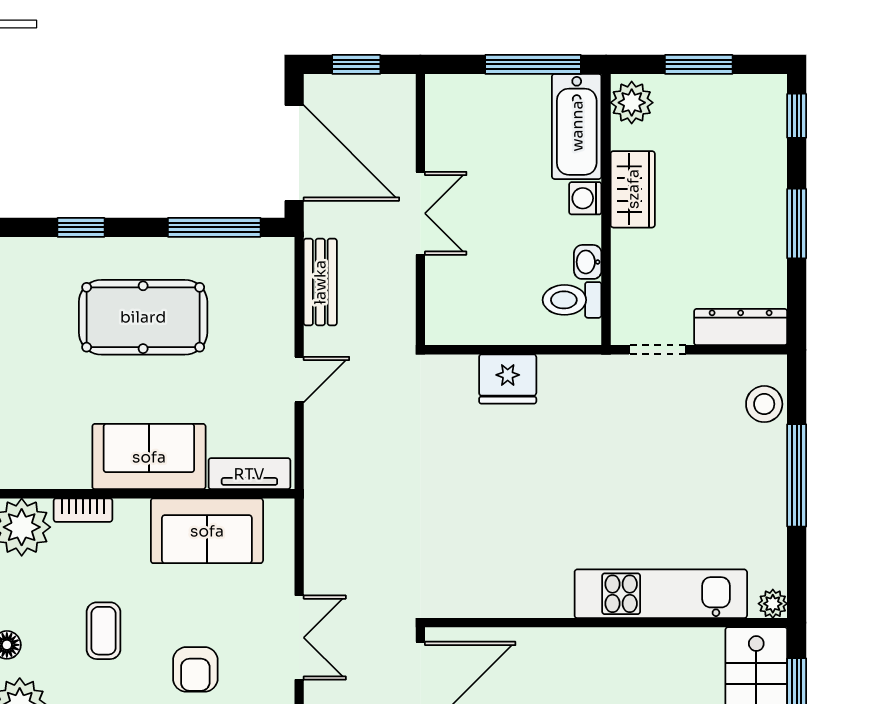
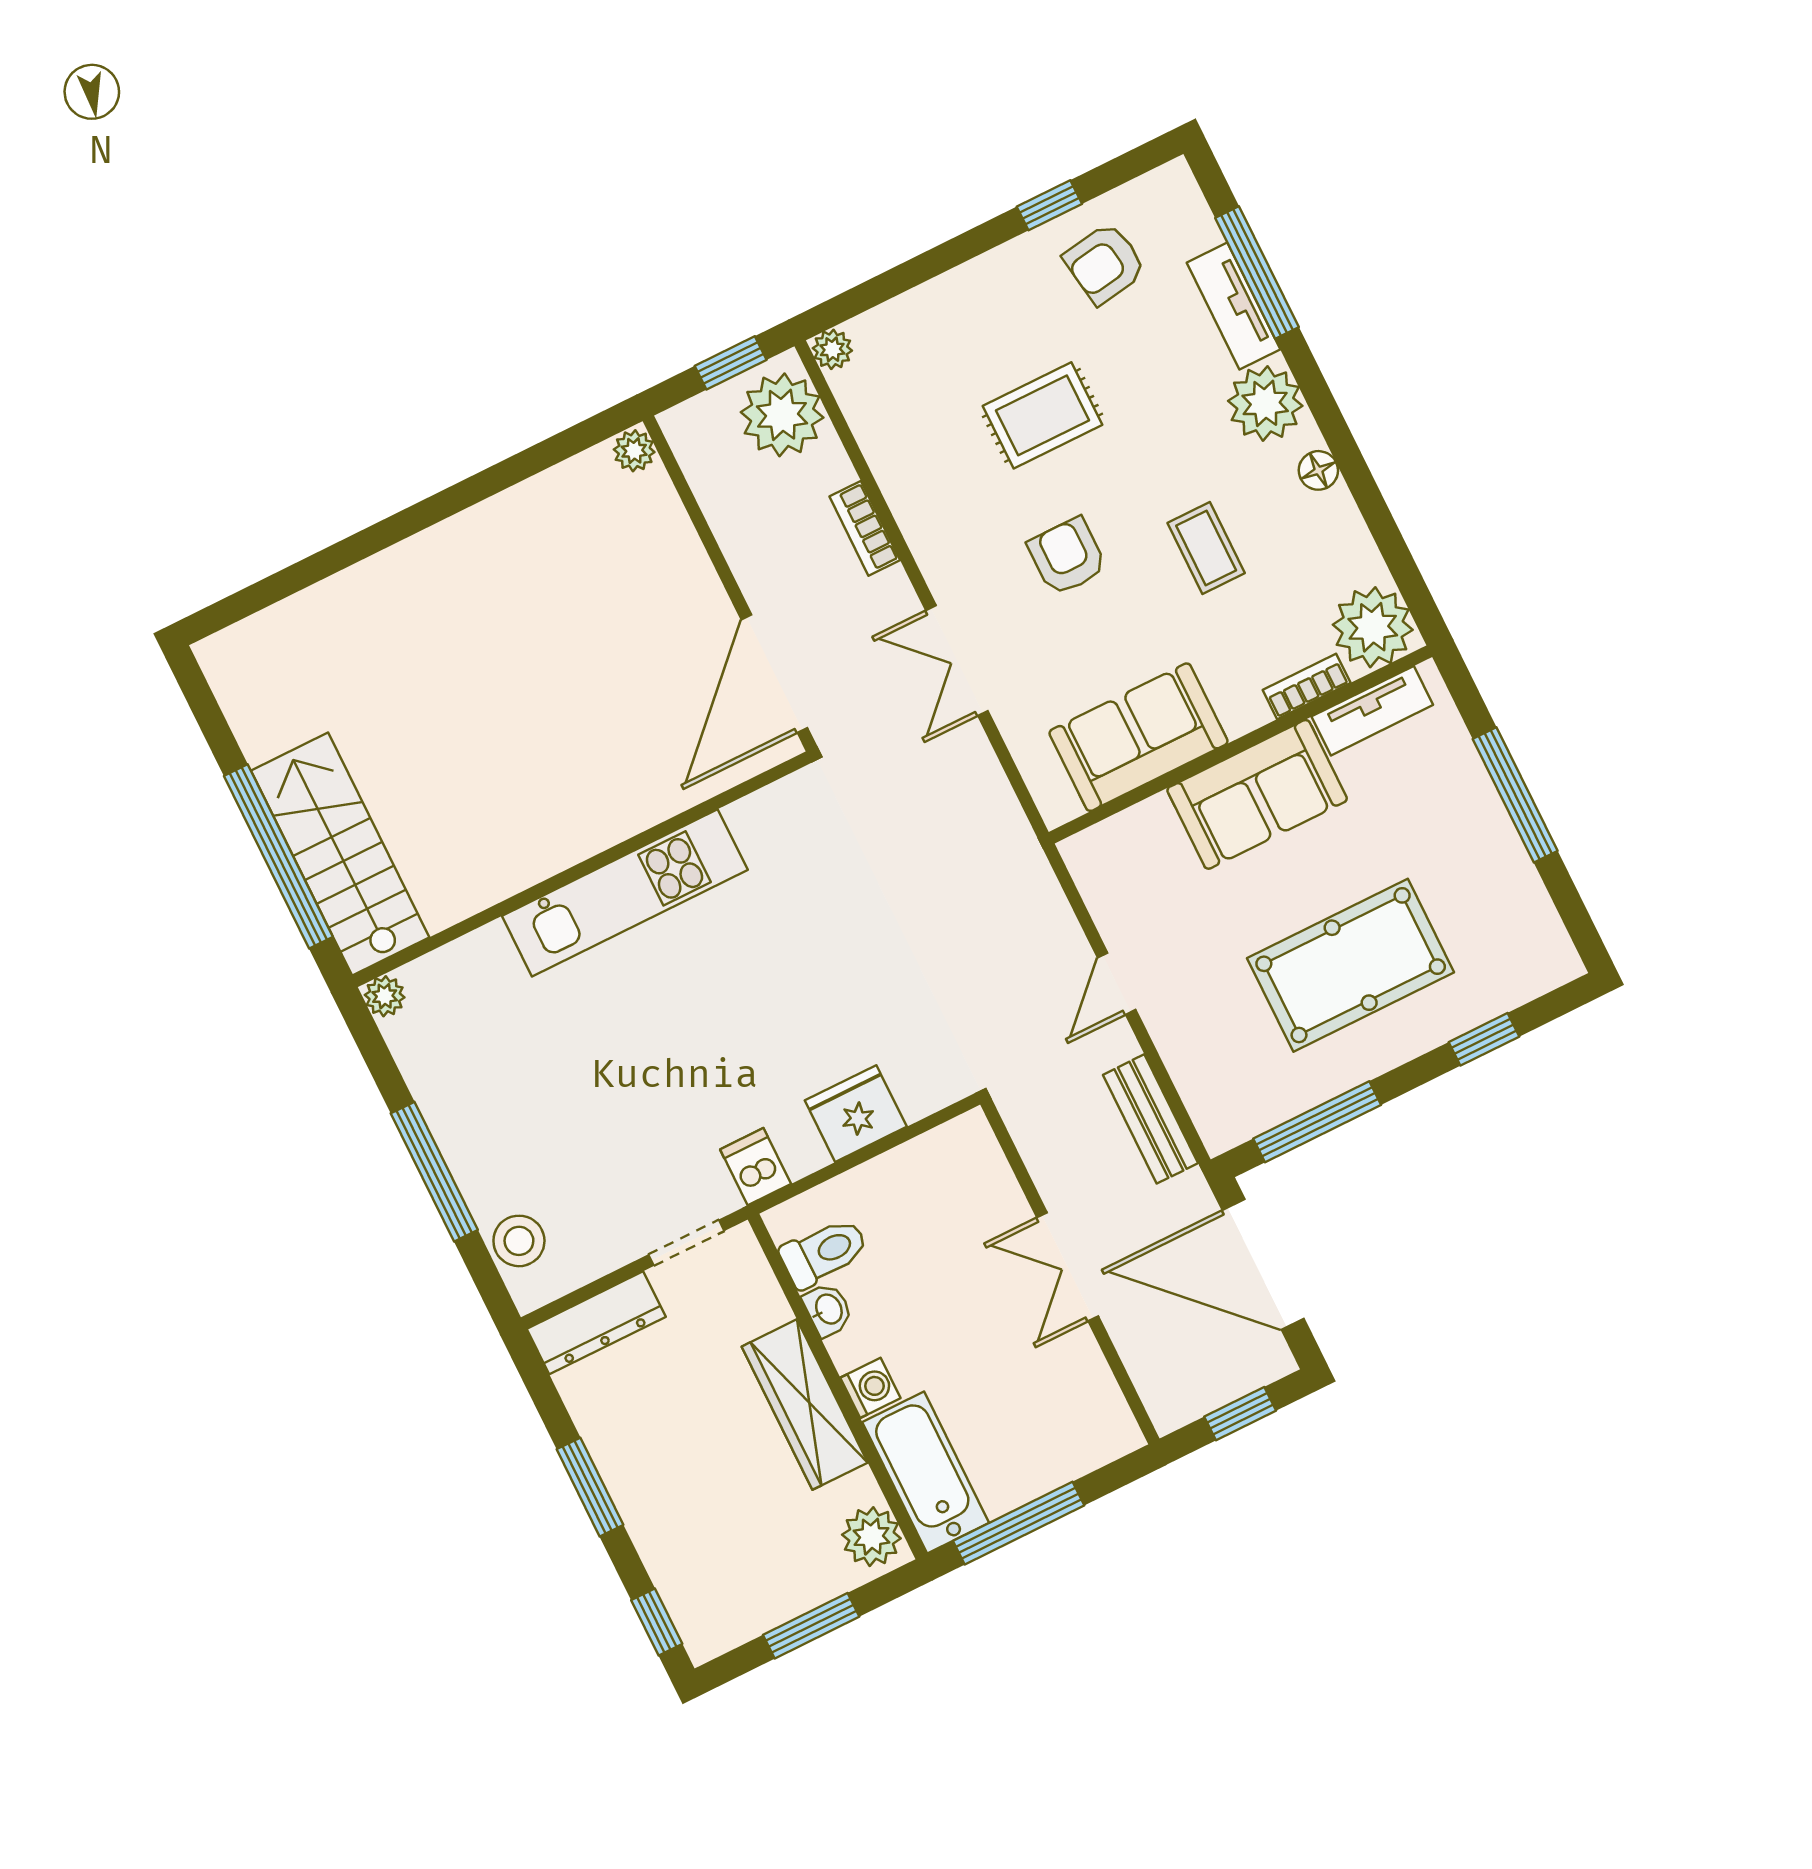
wardrobe: (633, 189) -> (805, 1405), width x1.50
dishwasher: (589, 377) -> (756, 1167), added
tv unit: (249, 474) -> (1372, 711), moved
kitchen unit: (661, 594) -> (625, 893), moved

